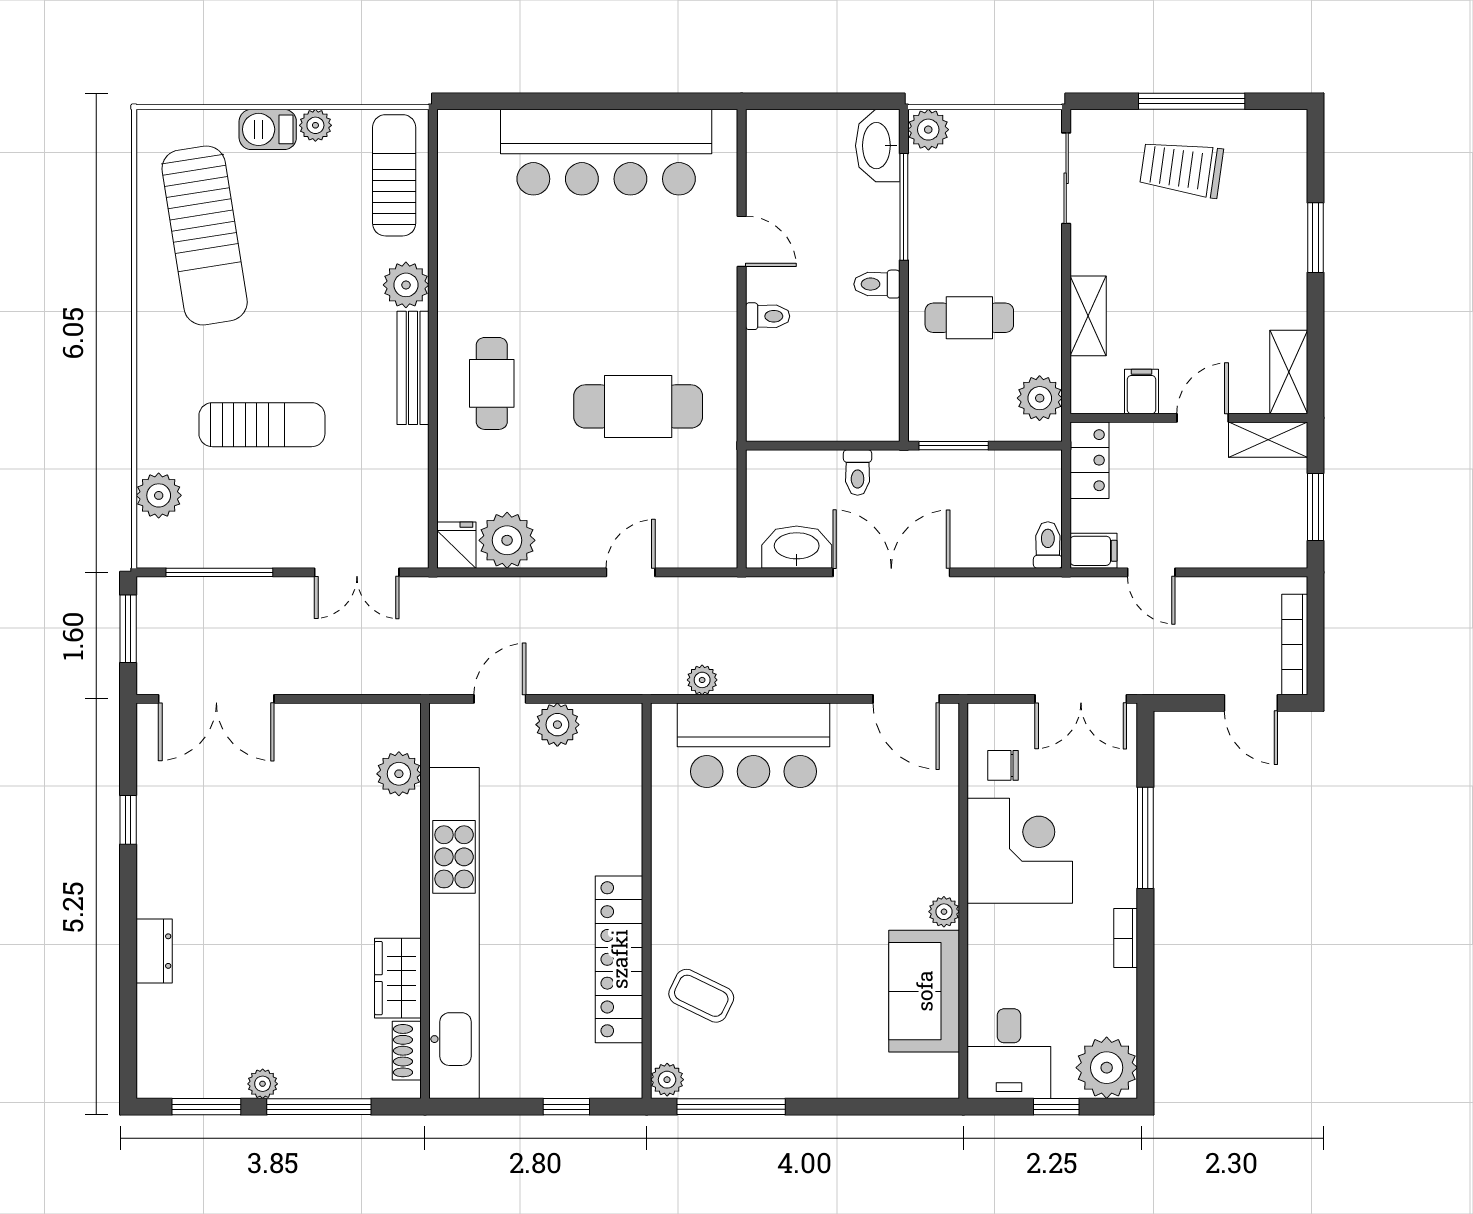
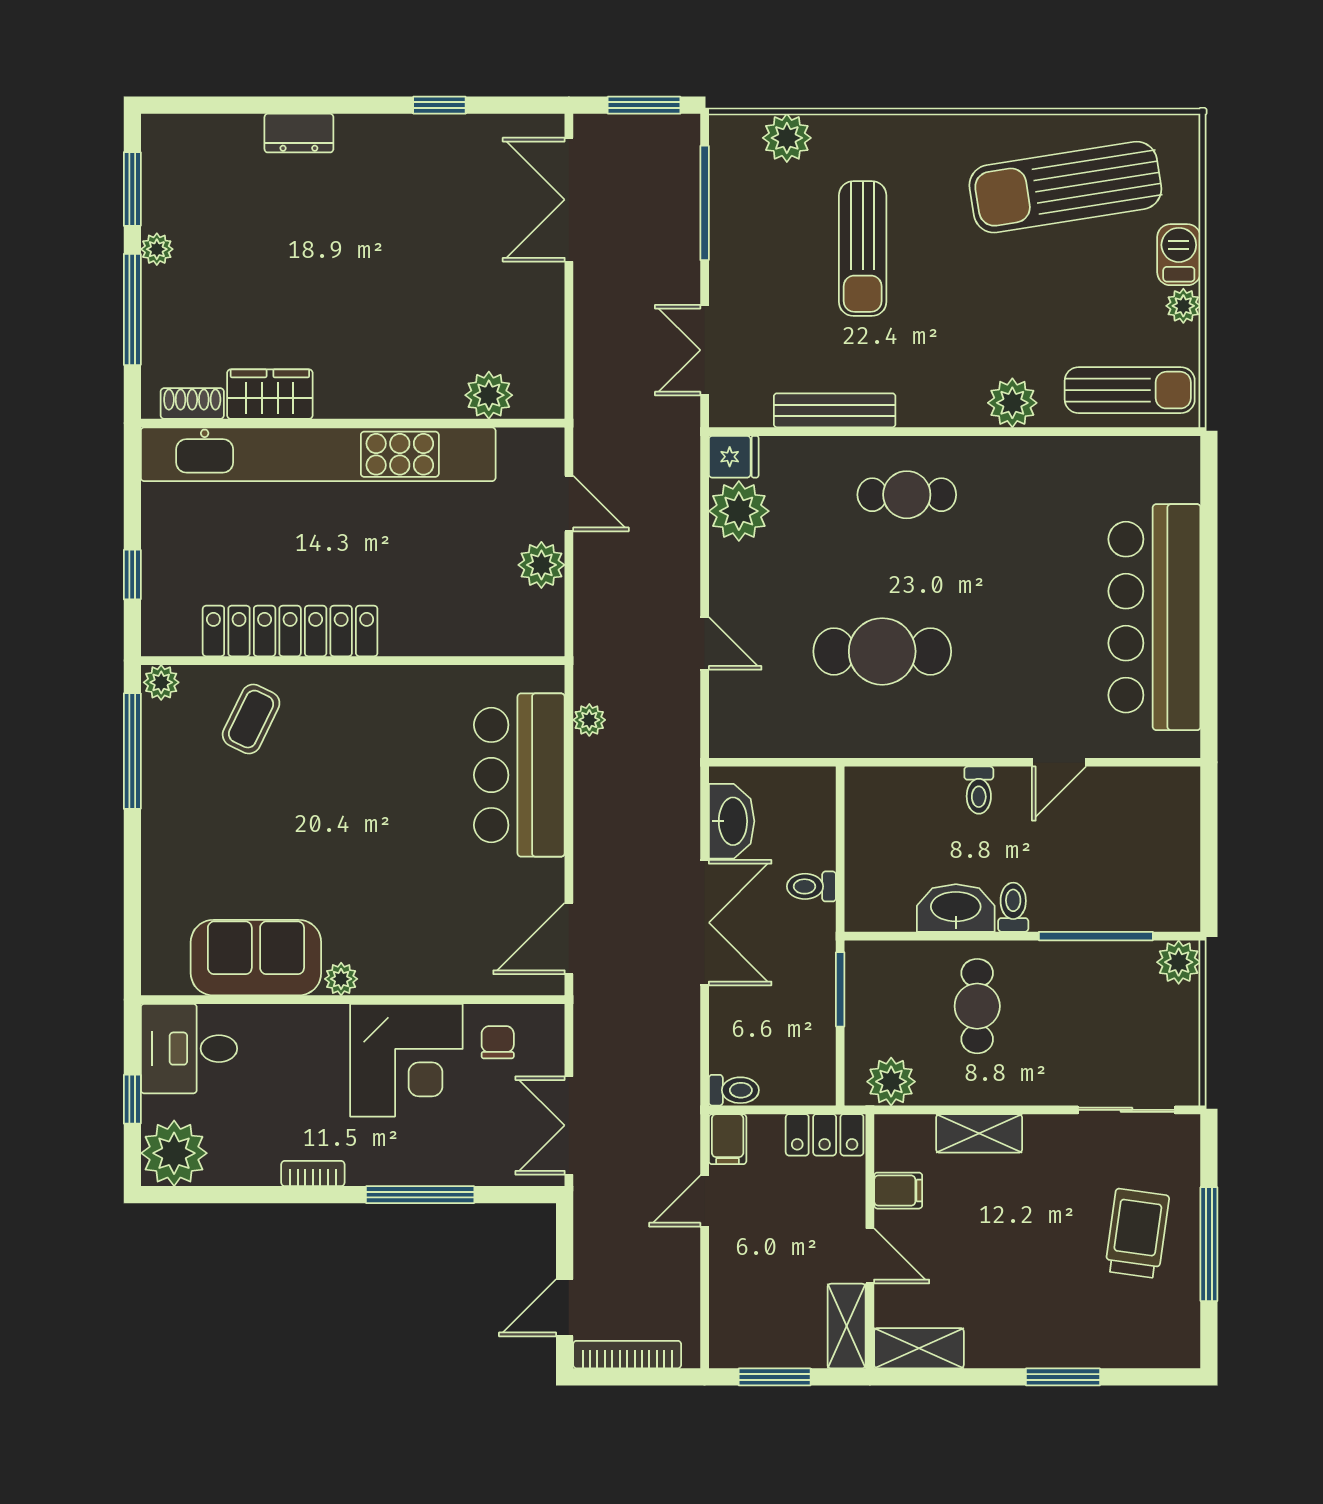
washbasin: (878, 146) -> (956, 908), moved
bench: (413, 368) -> (835, 410), moved
cafe table: (638, 406) -> (882, 651), turned 90

